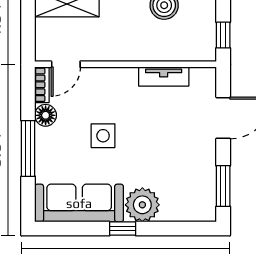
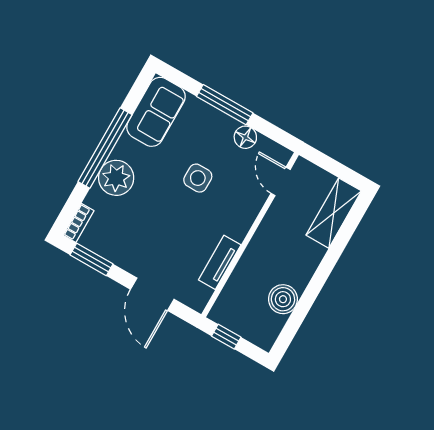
bookcase: (42, 85) -> (79, 223), moved, turned -90
sofa: (79, 203) -> (156, 112), width x0.73
window: (123, 229) -> (105, 148), width x3.17

